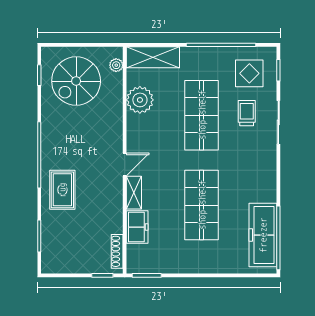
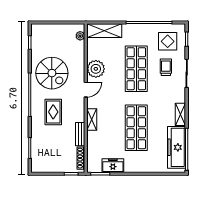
spiral stairs: (76, 81) -> (52, 73), moved, turned -90
plant: (140, 100) -> (96, 69), moved
door: (125, 164) -> (86, 90), moved
shelving: (269, 185) -> (180, 114), added
rug: (62, 190) -> (53, 112), moved
bench: (116, 215) -> (80, 134), added
freezer: (137, 227) -> (113, 166), moved, turned -90

